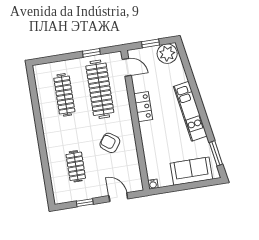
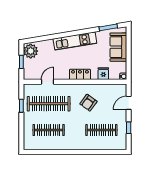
door: (127, 67) -> (48, 82), moved
locker: (143, 107) -> (80, 74), moved
fridge: (152, 157) -> (103, 74), added
clothes rail: (76, 166) -> (101, 130), width x1.36

